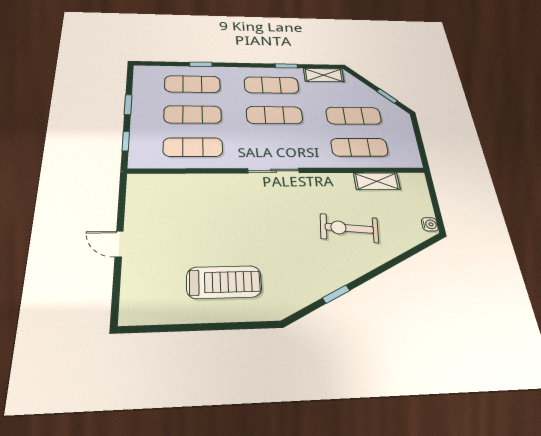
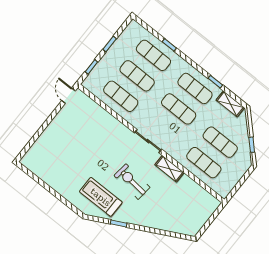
shelving: (377, 181) -> (169, 169), moved
water cooler: (430, 224) -> (195, 229), removed
exercise bike: (349, 228) -> (132, 181), moved
door: (119, 244) -> (68, 96), moved
treadmill: (224, 282) -> (101, 197), moved, turned 180

